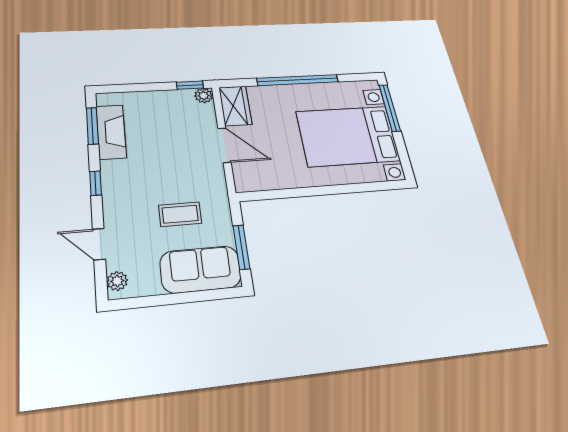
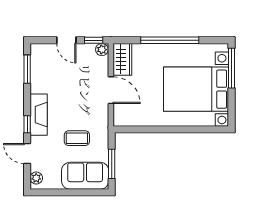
door: (150, 87) -> (66, 40), added
fireplace: (111, 132) -> (39, 115), moved
window: (96, 183) -> (27, 124), moved

